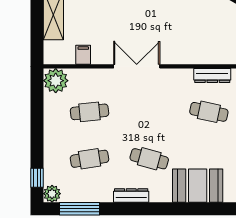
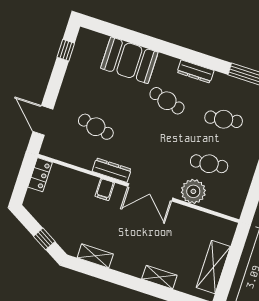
filing cabinet: (83, 55) -> (105, 190), moved
dresser: (212, 75) -> (112, 170), moved
plant: (56, 81) -> (193, 191), moved

